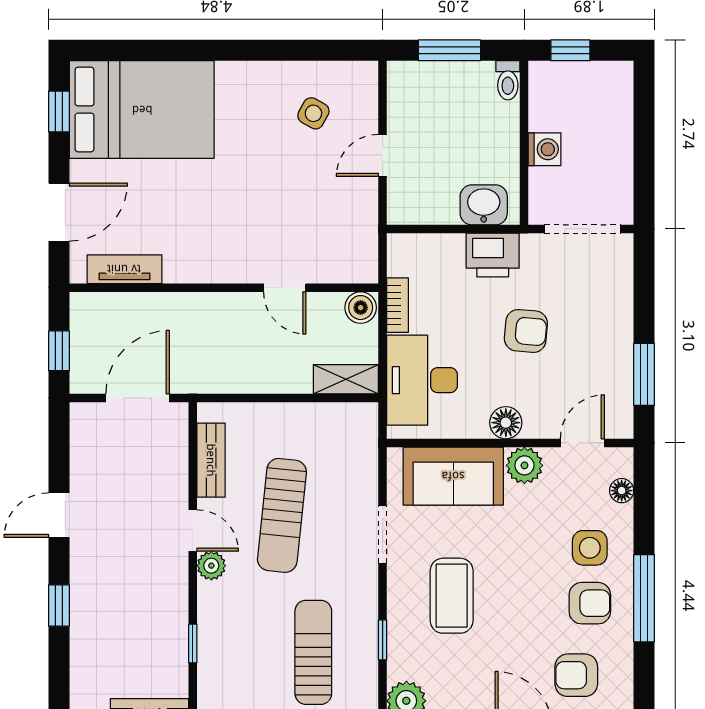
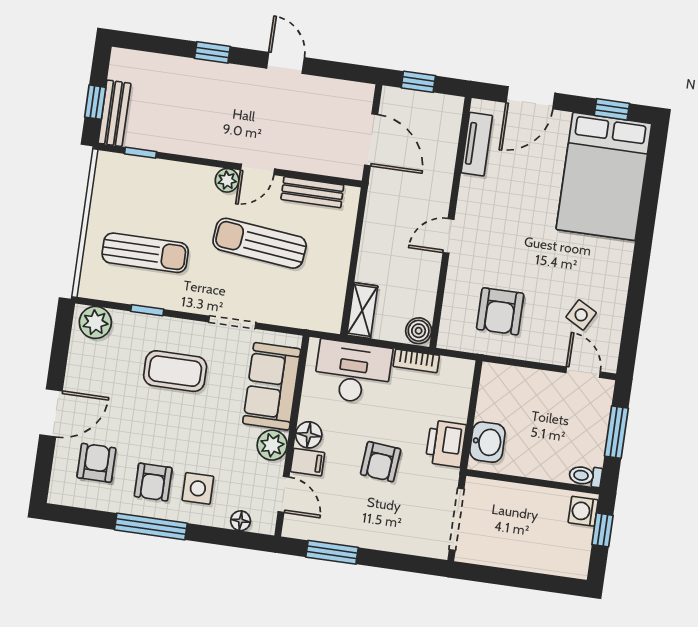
washing machine: (545, 149) -> (583, 511), moved, turned 90
door: (383, 155) -> (583, 372), moved
door: (59, 212) -> (530, 98), hinge flipped
armchair: (323, 212) -> (500, 311), added
door: (285, 288) -> (448, 236), moved
filing cabinet: (539, 419) -> (308, 462), added
window: (193, 643) -> (140, 153), moved

